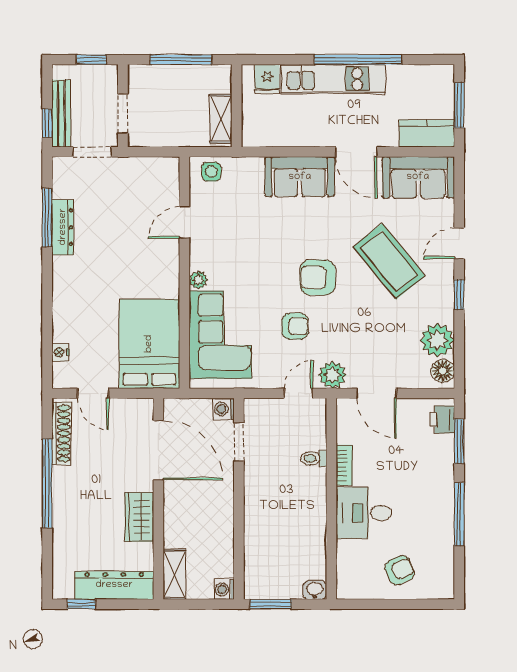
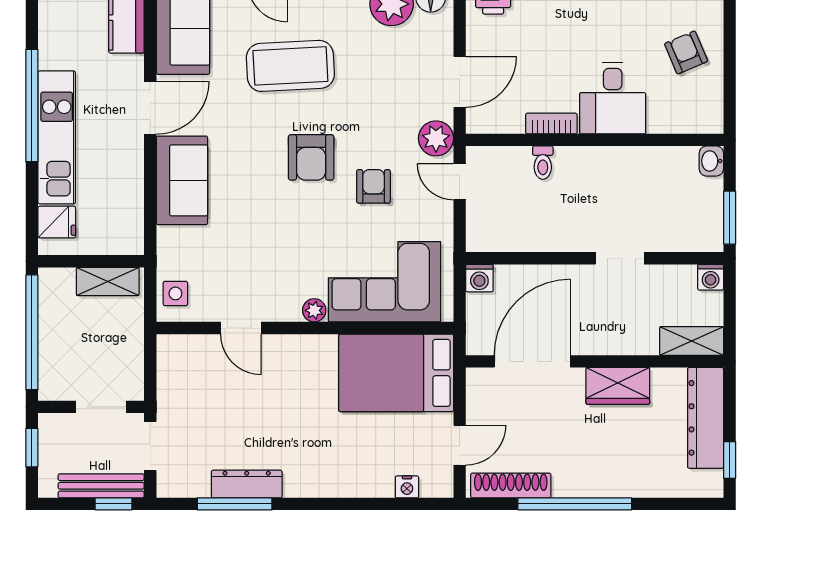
window: (181, 60) -> (32, 332), width x1.46
coffee table: (389, 261) -> (290, 66), turned 36
doorway: (239, 442) -> (620, 258), moved

